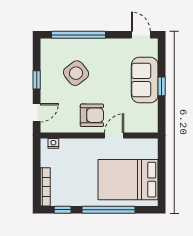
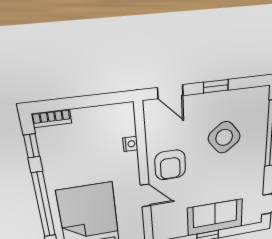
nightstand: (53, 143) -> (130, 144), moved
bookcase: (45, 187) -> (52, 118), width x0.64

